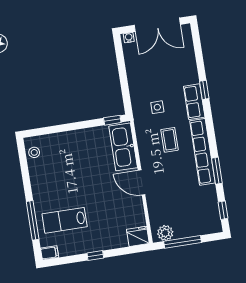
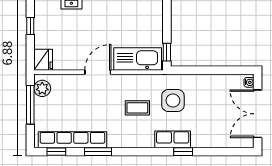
side table: (157, 107) -> (173, 101), width x1.87, depth x1.87
row of seats: (202, 152) -> (72, 140), moved
window: (95, 256) -> (30, 26), moved

